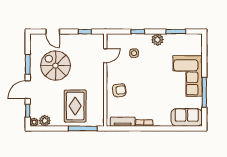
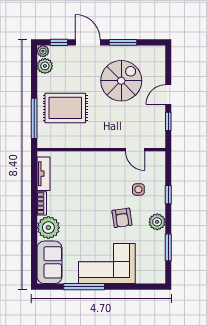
door: (53, 32) -> (168, 95), moved
armchair: (119, 90) -> (122, 218), moved
plant: (162, 118) -> (48, 228), added

